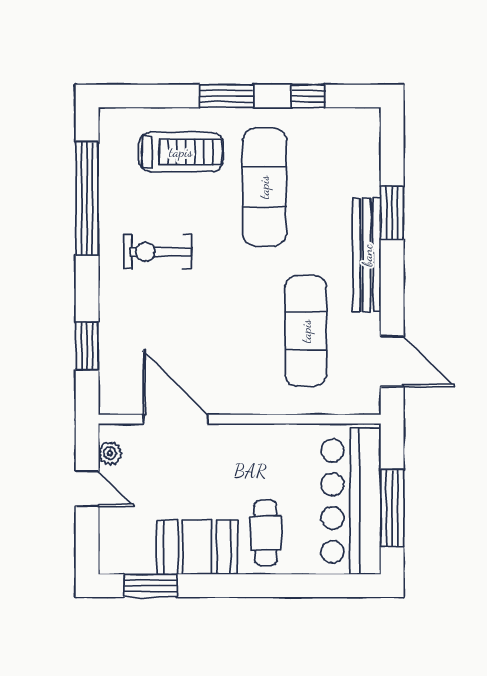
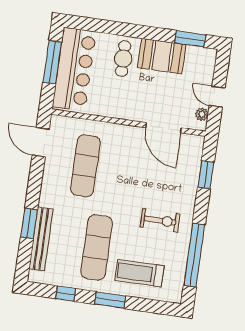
bench: (367, 255) -> (41, 239), moved

